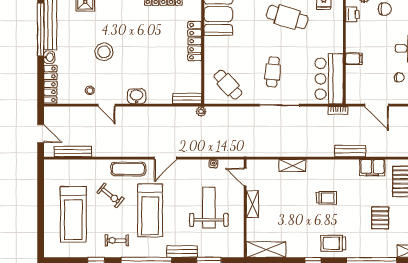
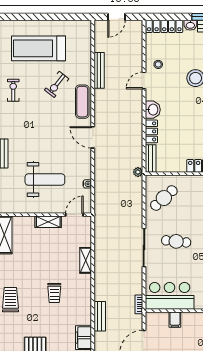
filing cabinet: (354, 59) -> (175, 320), moved
locker: (159, 98) -> (151, 131), added
bench: (73, 152) -> (99, 70), moved
treadmill: (150, 210) -> (42, 123), removed

